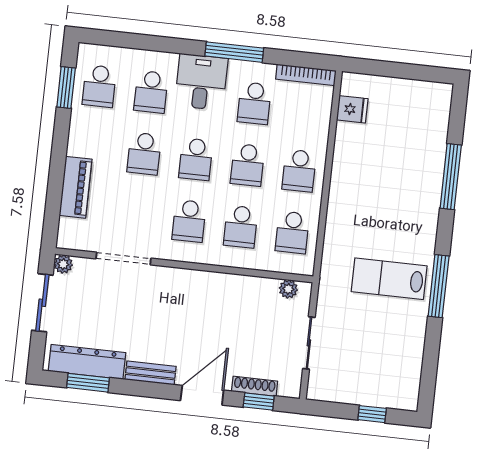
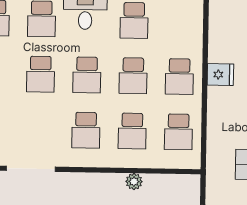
fridge: (352, 109) -> (220, 75), moved
plant: (288, 289) -> (134, 182), moved

